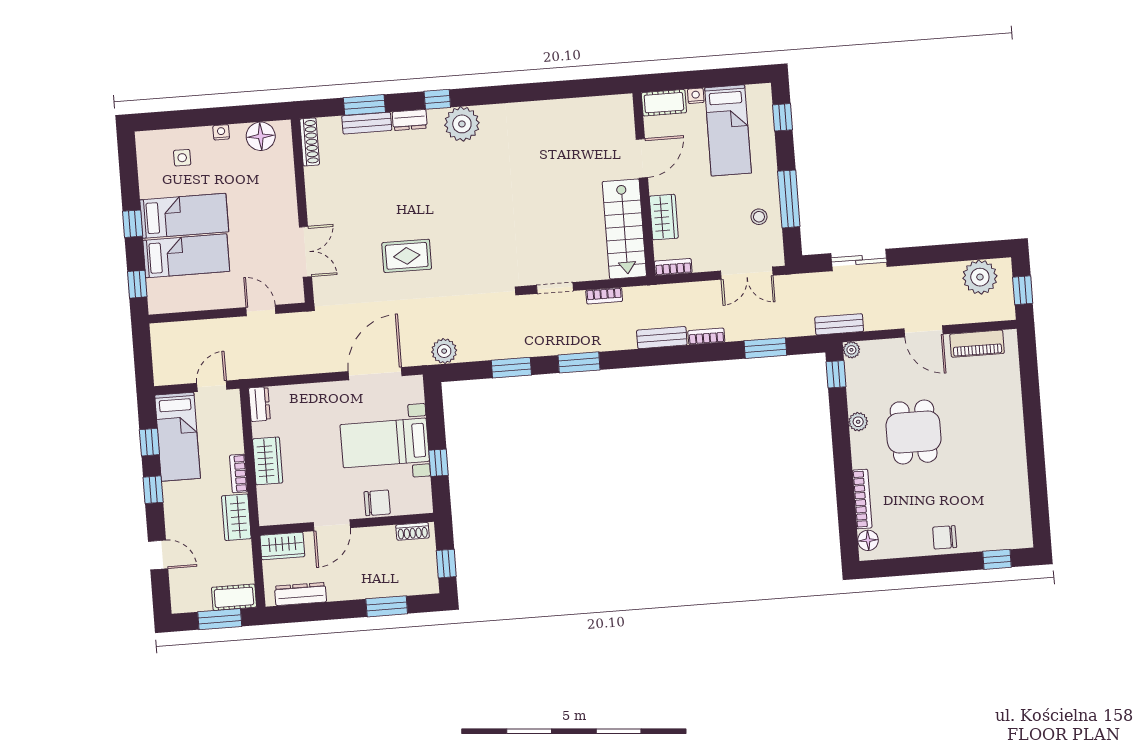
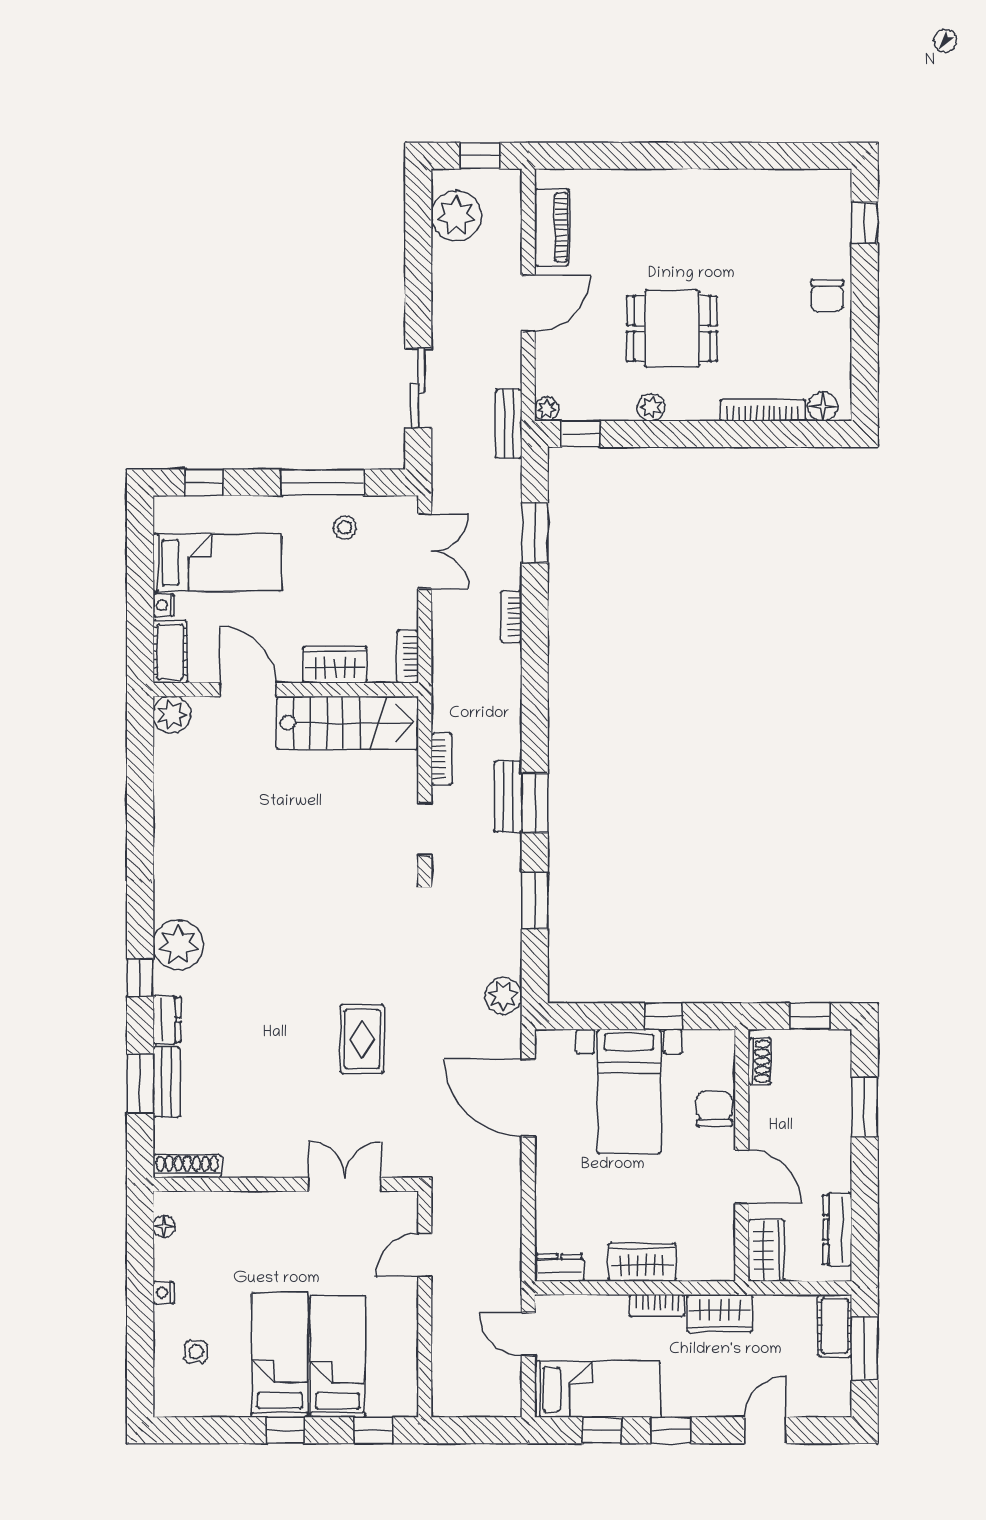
plant: (621, 107) -> (172, 715), added
floor lamp: (261, 136) -> (164, 1226), width x0.53, depth x0.53
bench: (662, 338) -> (508, 796), moved

